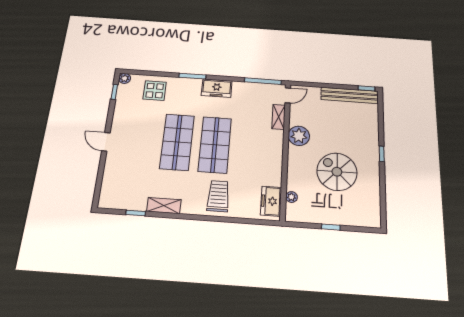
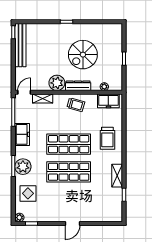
plant: (191, 87) -> (23, 167), added
freezer: (217, 88) -> (22, 134), moved
door: (288, 95) -> (24, 92), hinge flipped
trolley: (268, 158) -> (76, 105), added
dresser: (294, 162) -> (78, 86), added
trolley: (218, 196) -> (107, 138), turned -90

